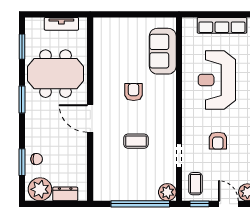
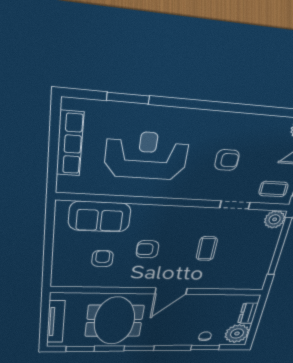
tv unit: (61, 24) -> (56, 322), width x1.41
armchair: (123, 57) -> (102, 259), added
reception desk: (217, 80) -> (147, 156), turned 180

